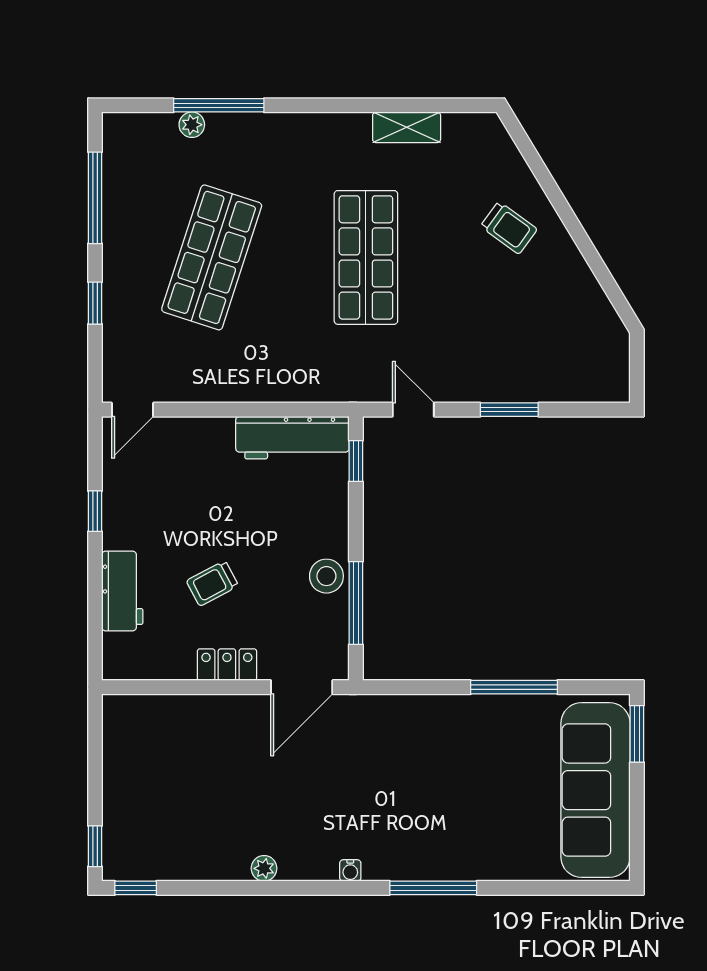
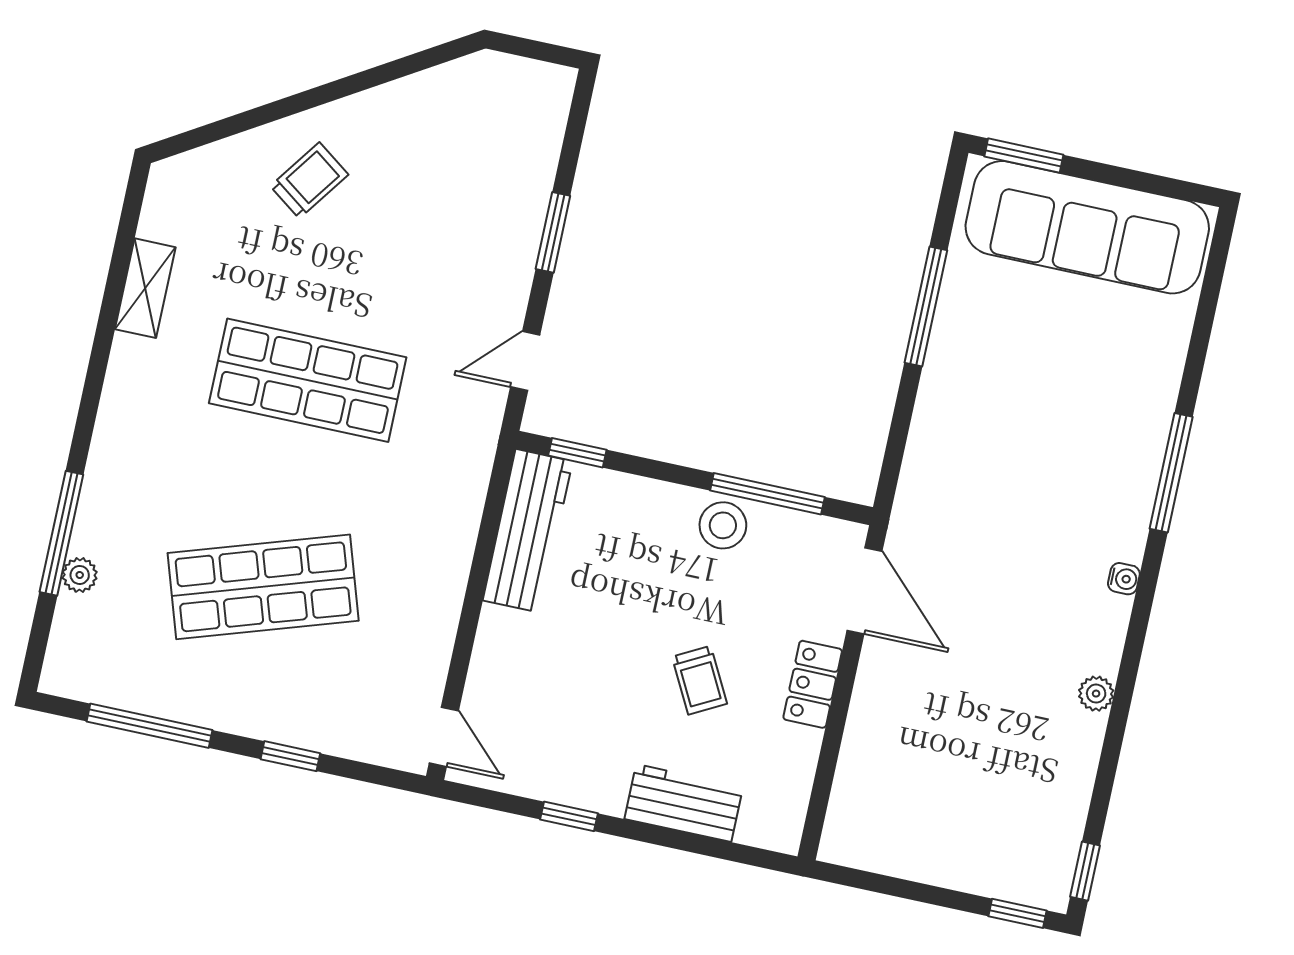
shop shelf: (212, 257) -> (263, 587), turned -36

